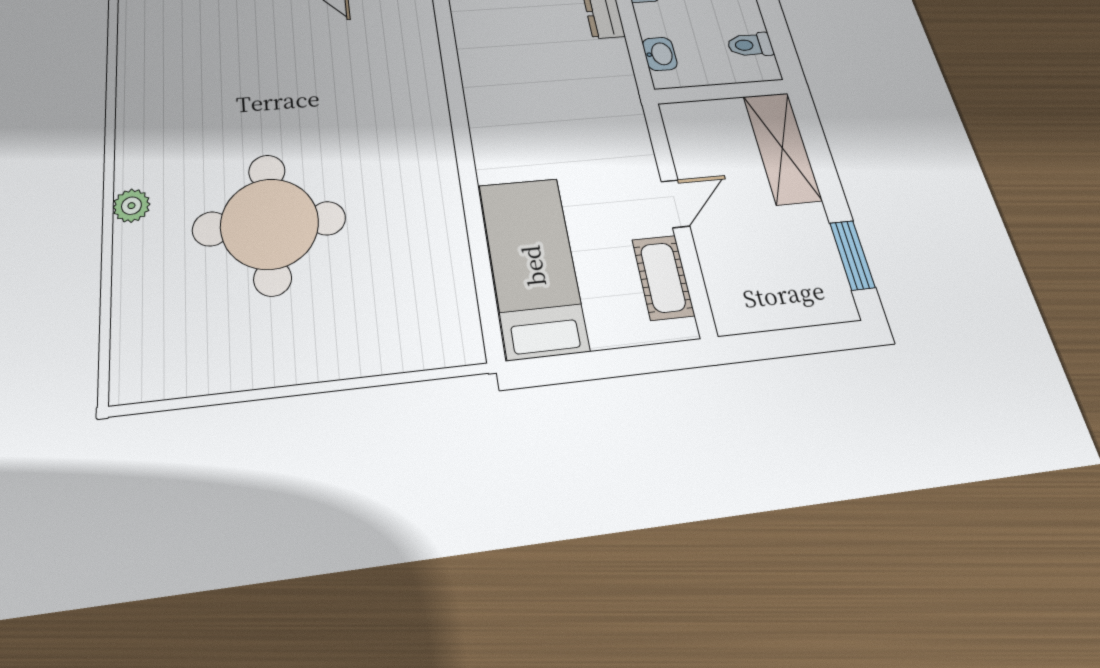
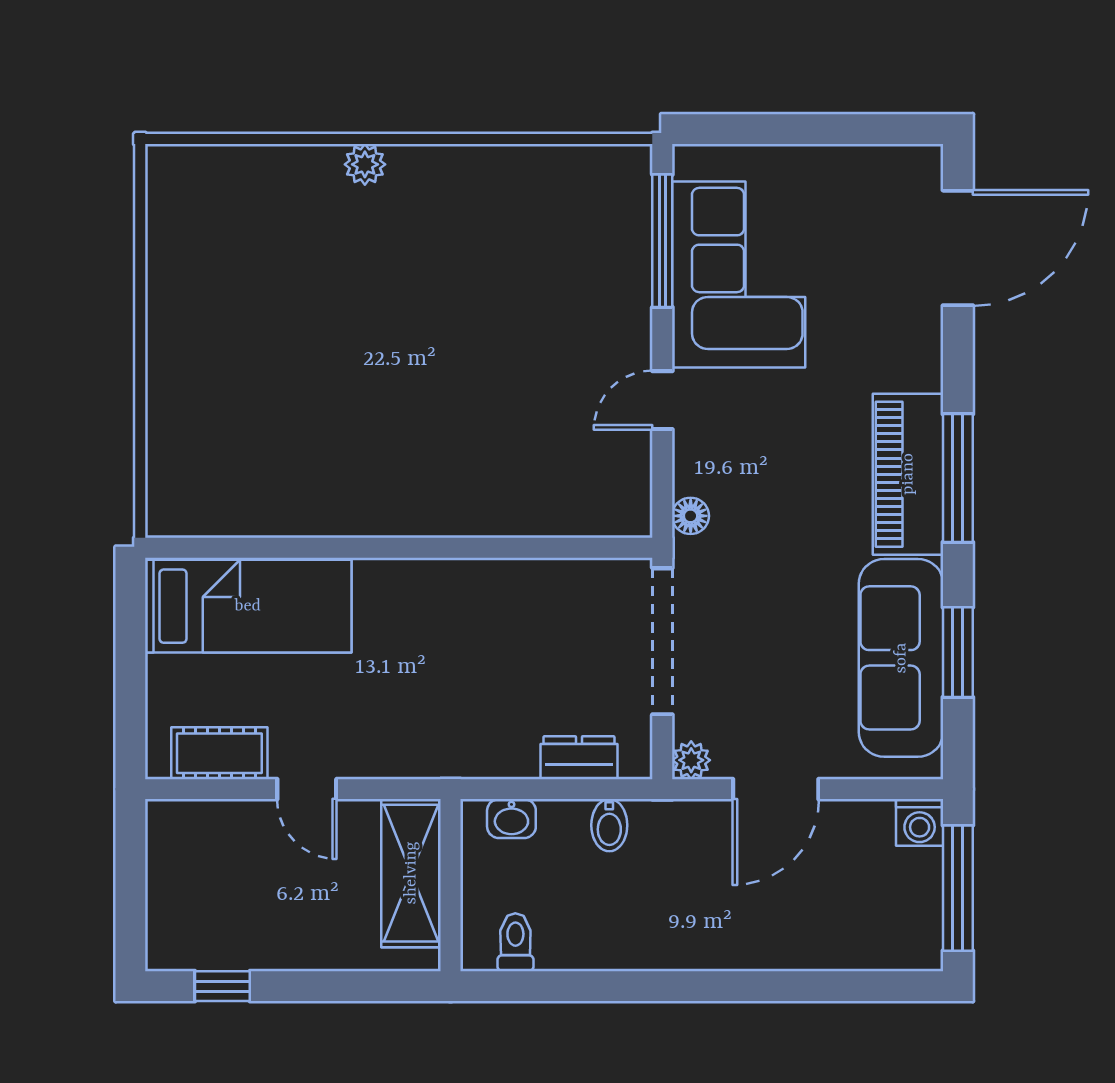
shelving: (782, 148) -> (411, 873), moved, turned 90
round table: (270, 224) -> (328, 316), removed
window: (852, 255) -> (222, 986), width x0.67

